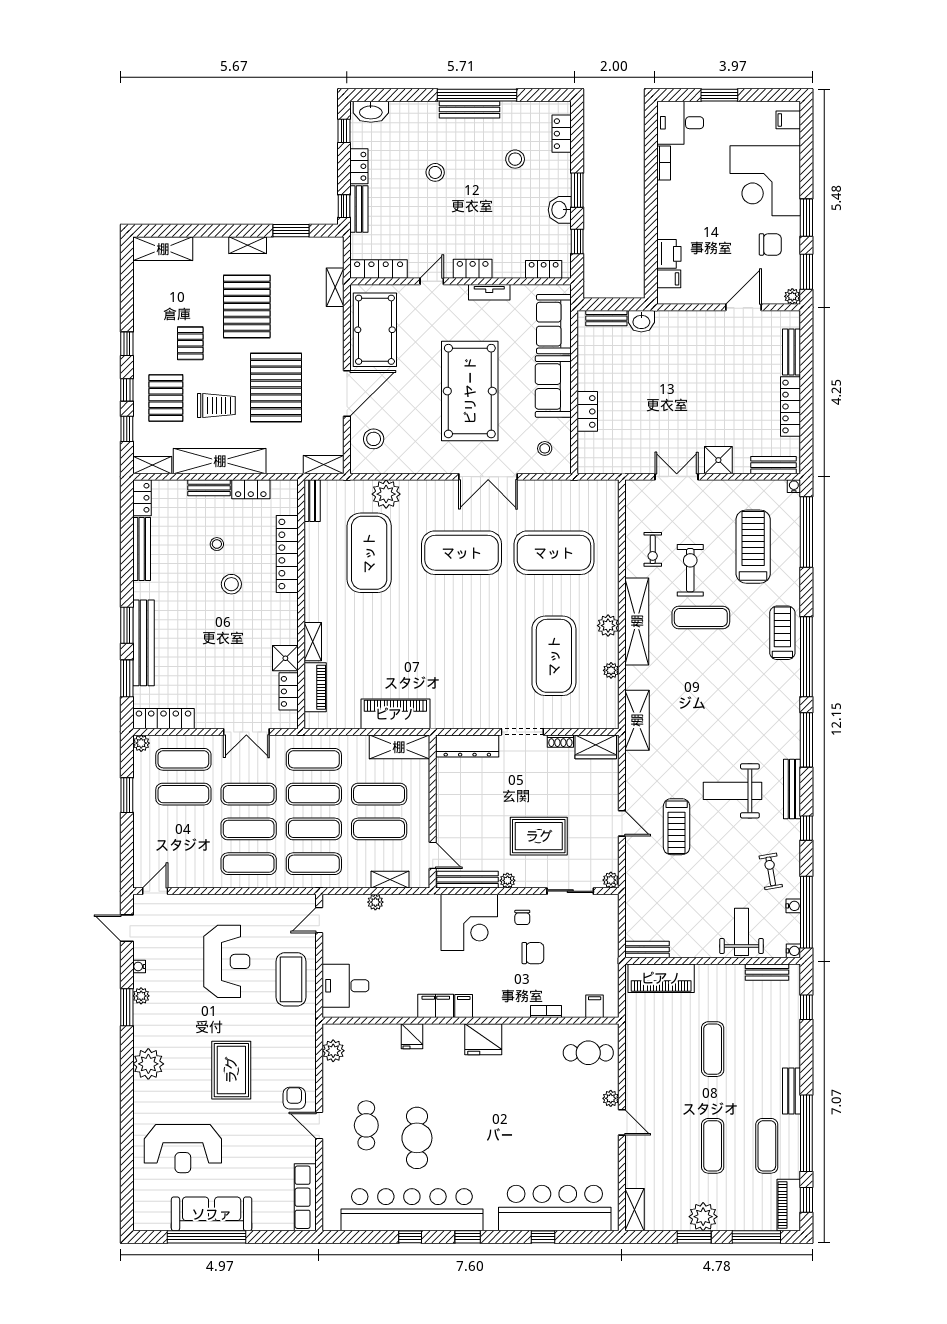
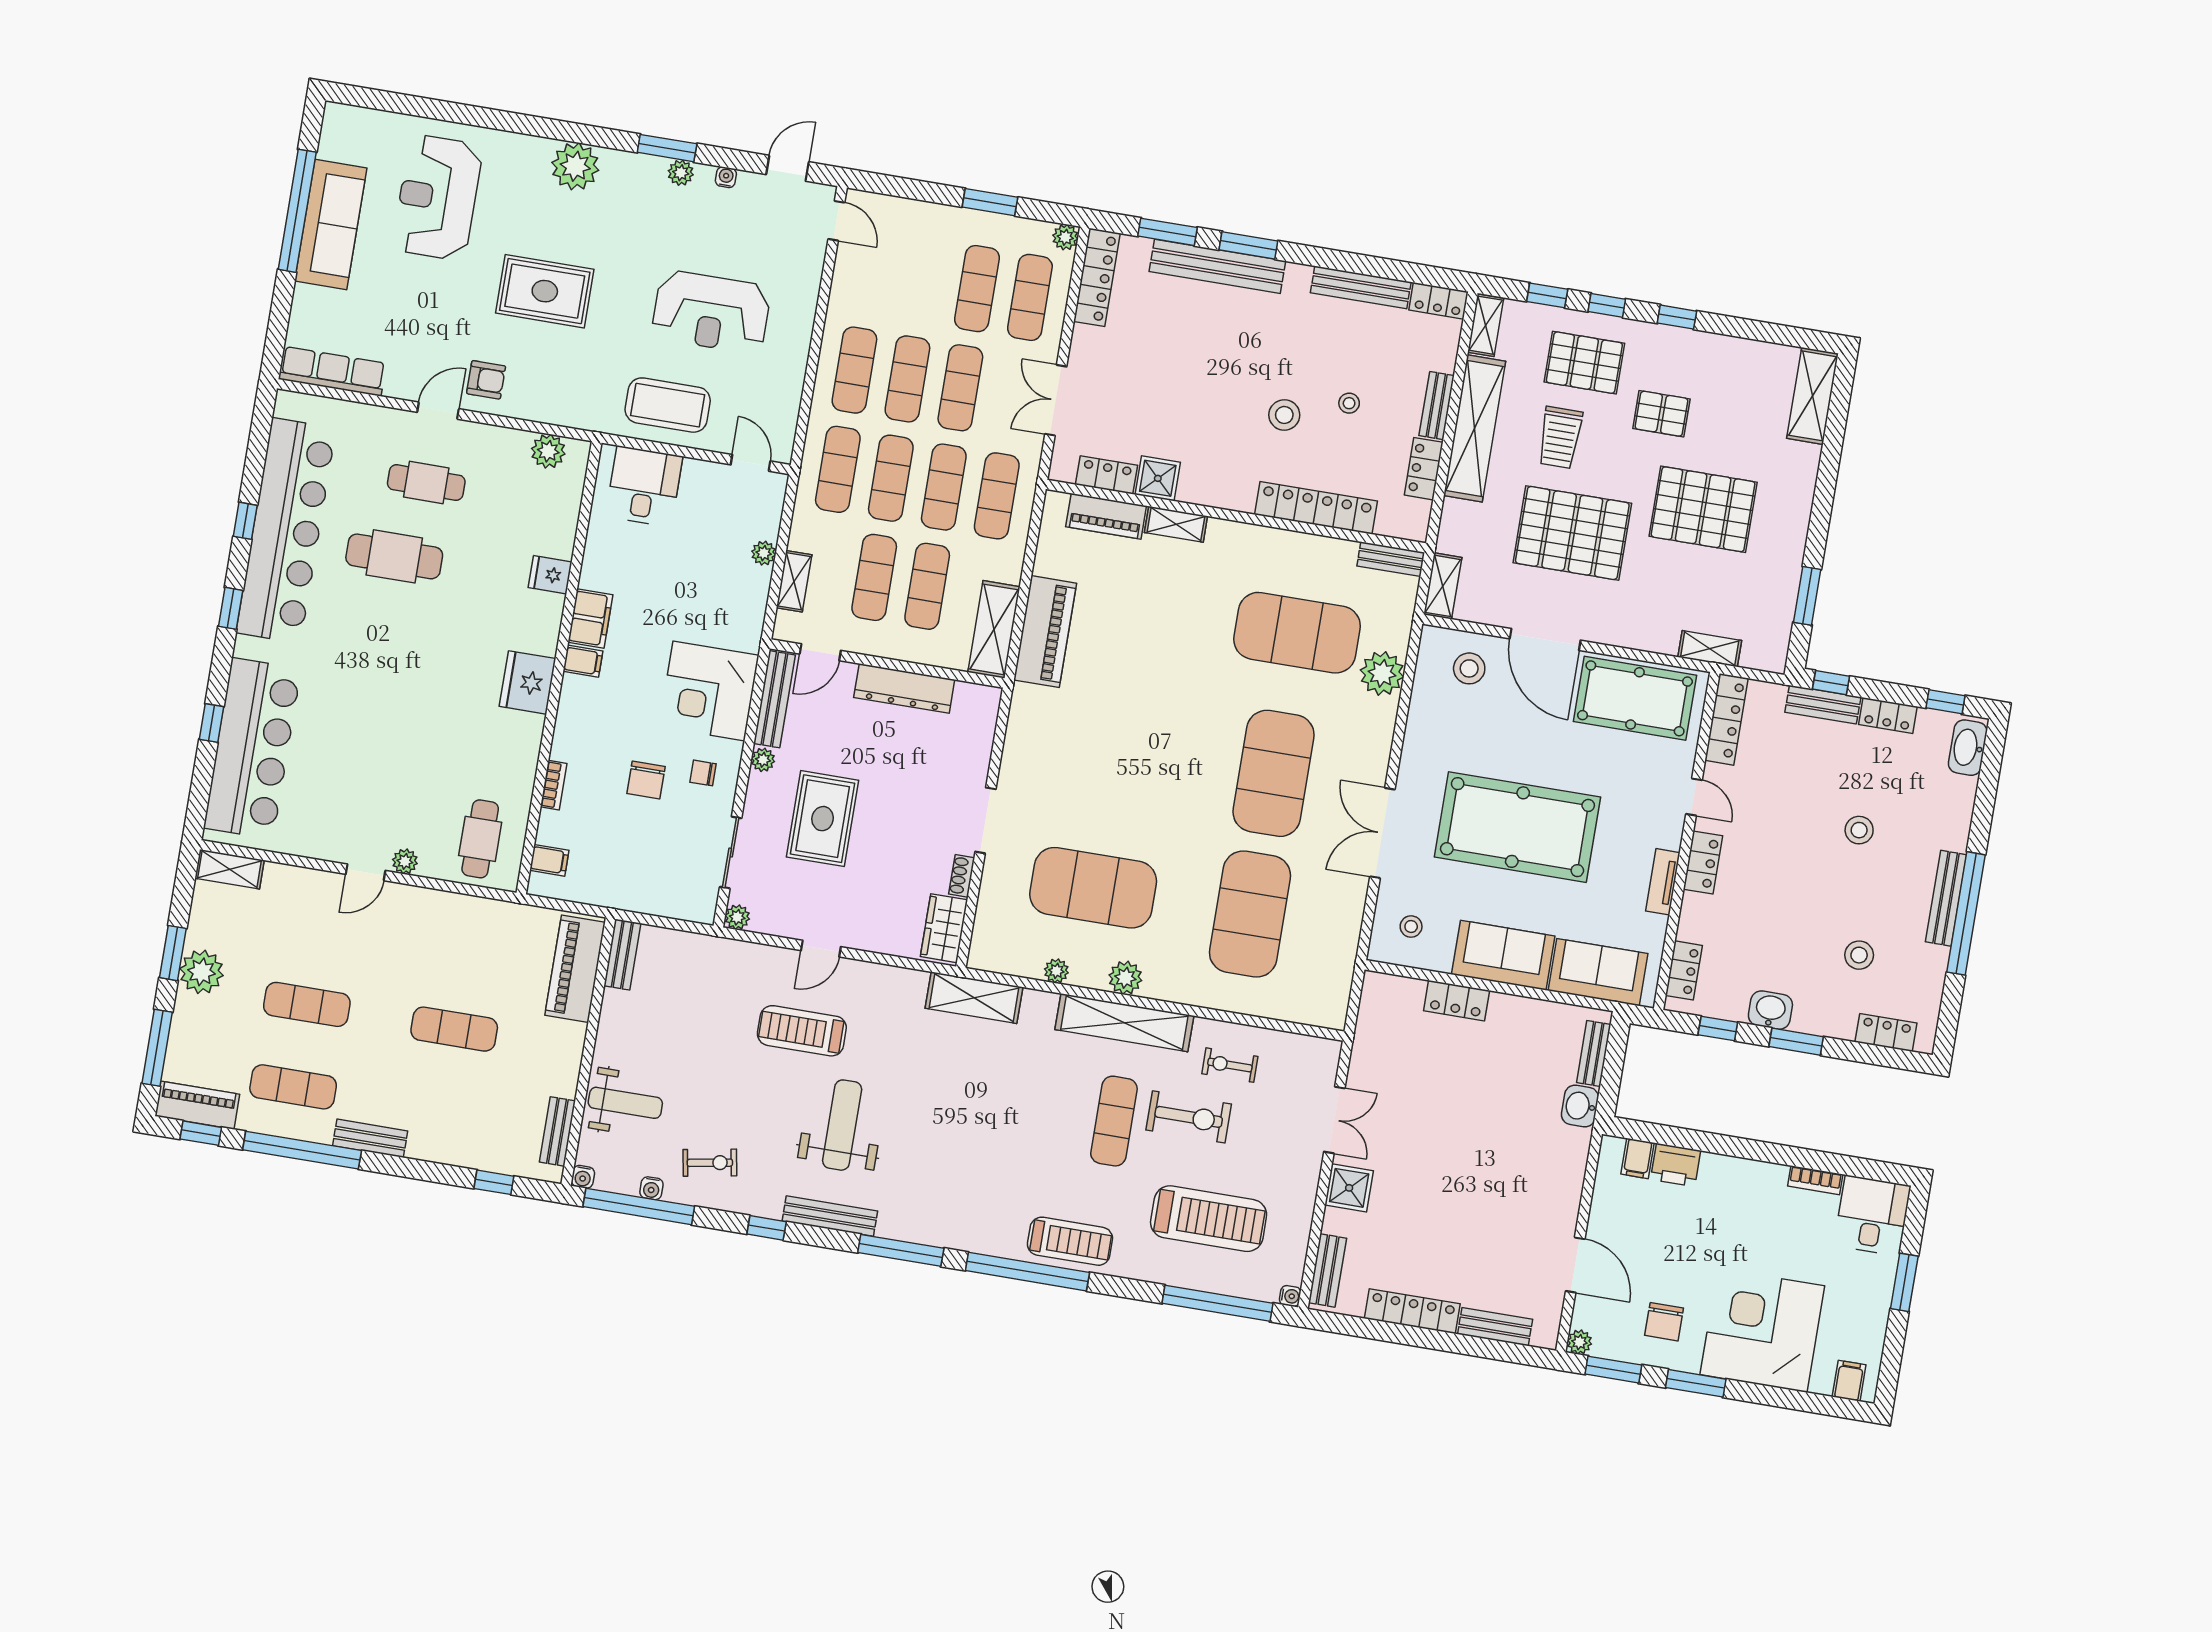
shelving: (248, 245) -> (1796, 526), removed
dresser: (467, 746) -> (904, 688), moved, turned -90

